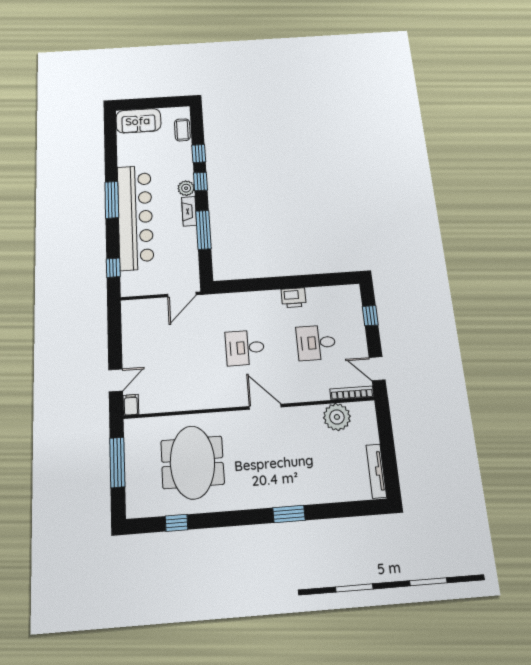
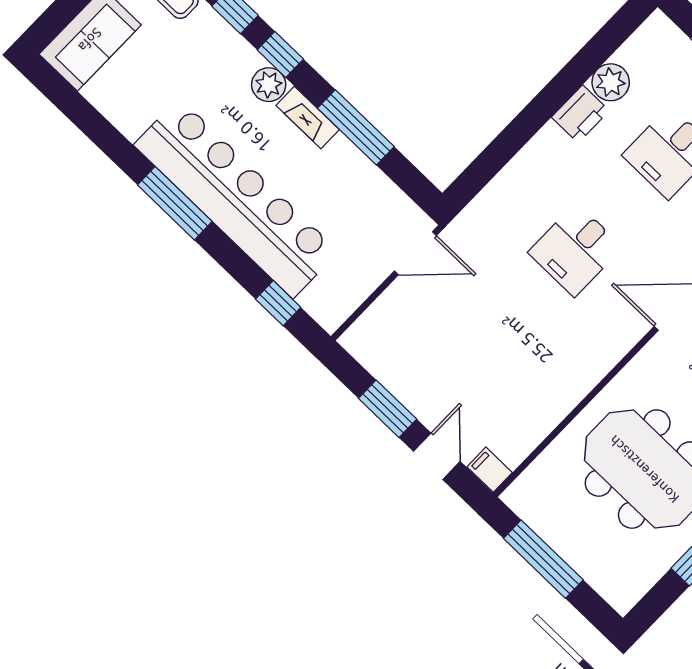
door: (182, 295) -> (415, 253), hinge flipped
plant: (316, 296) -> (611, 82), added
window: (115, 344) -> (388, 409), added

